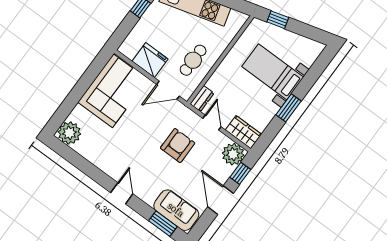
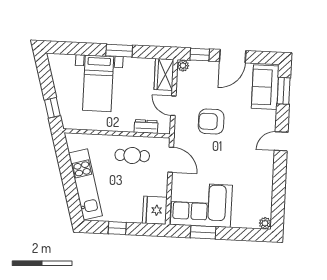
fridge: (150, 60) -> (155, 210), moved
window: (89, 77) -> (203, 232), added
dresser: (202, 99) -> (146, 126), moved
door: (212, 123) -> (173, 106), hinge flipped
plant: (69, 133) -> (265, 223), width x0.53, depth x0.53
plant: (233, 154) -> (183, 66), width x0.53, depth x0.53

